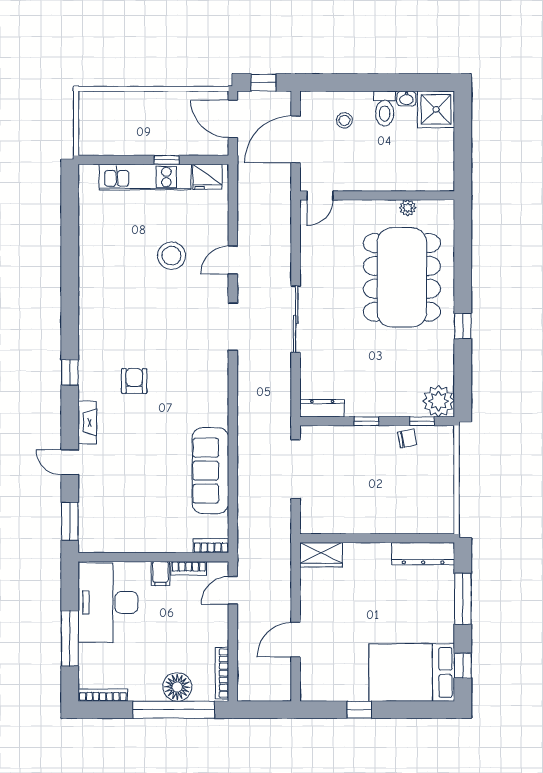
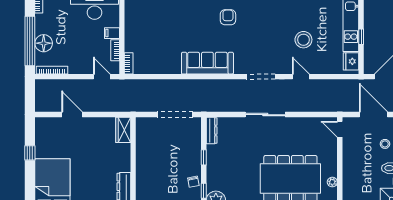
armchair: (134, 381) -> (228, 17), turned -90
sofa: (210, 471) -> (207, 63), moved

